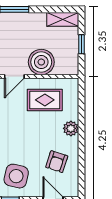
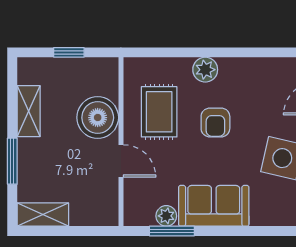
shelving: (63, 19) -> (29, 111), moved
armchair: (57, 162) -> (215, 122), moved, turned 72

